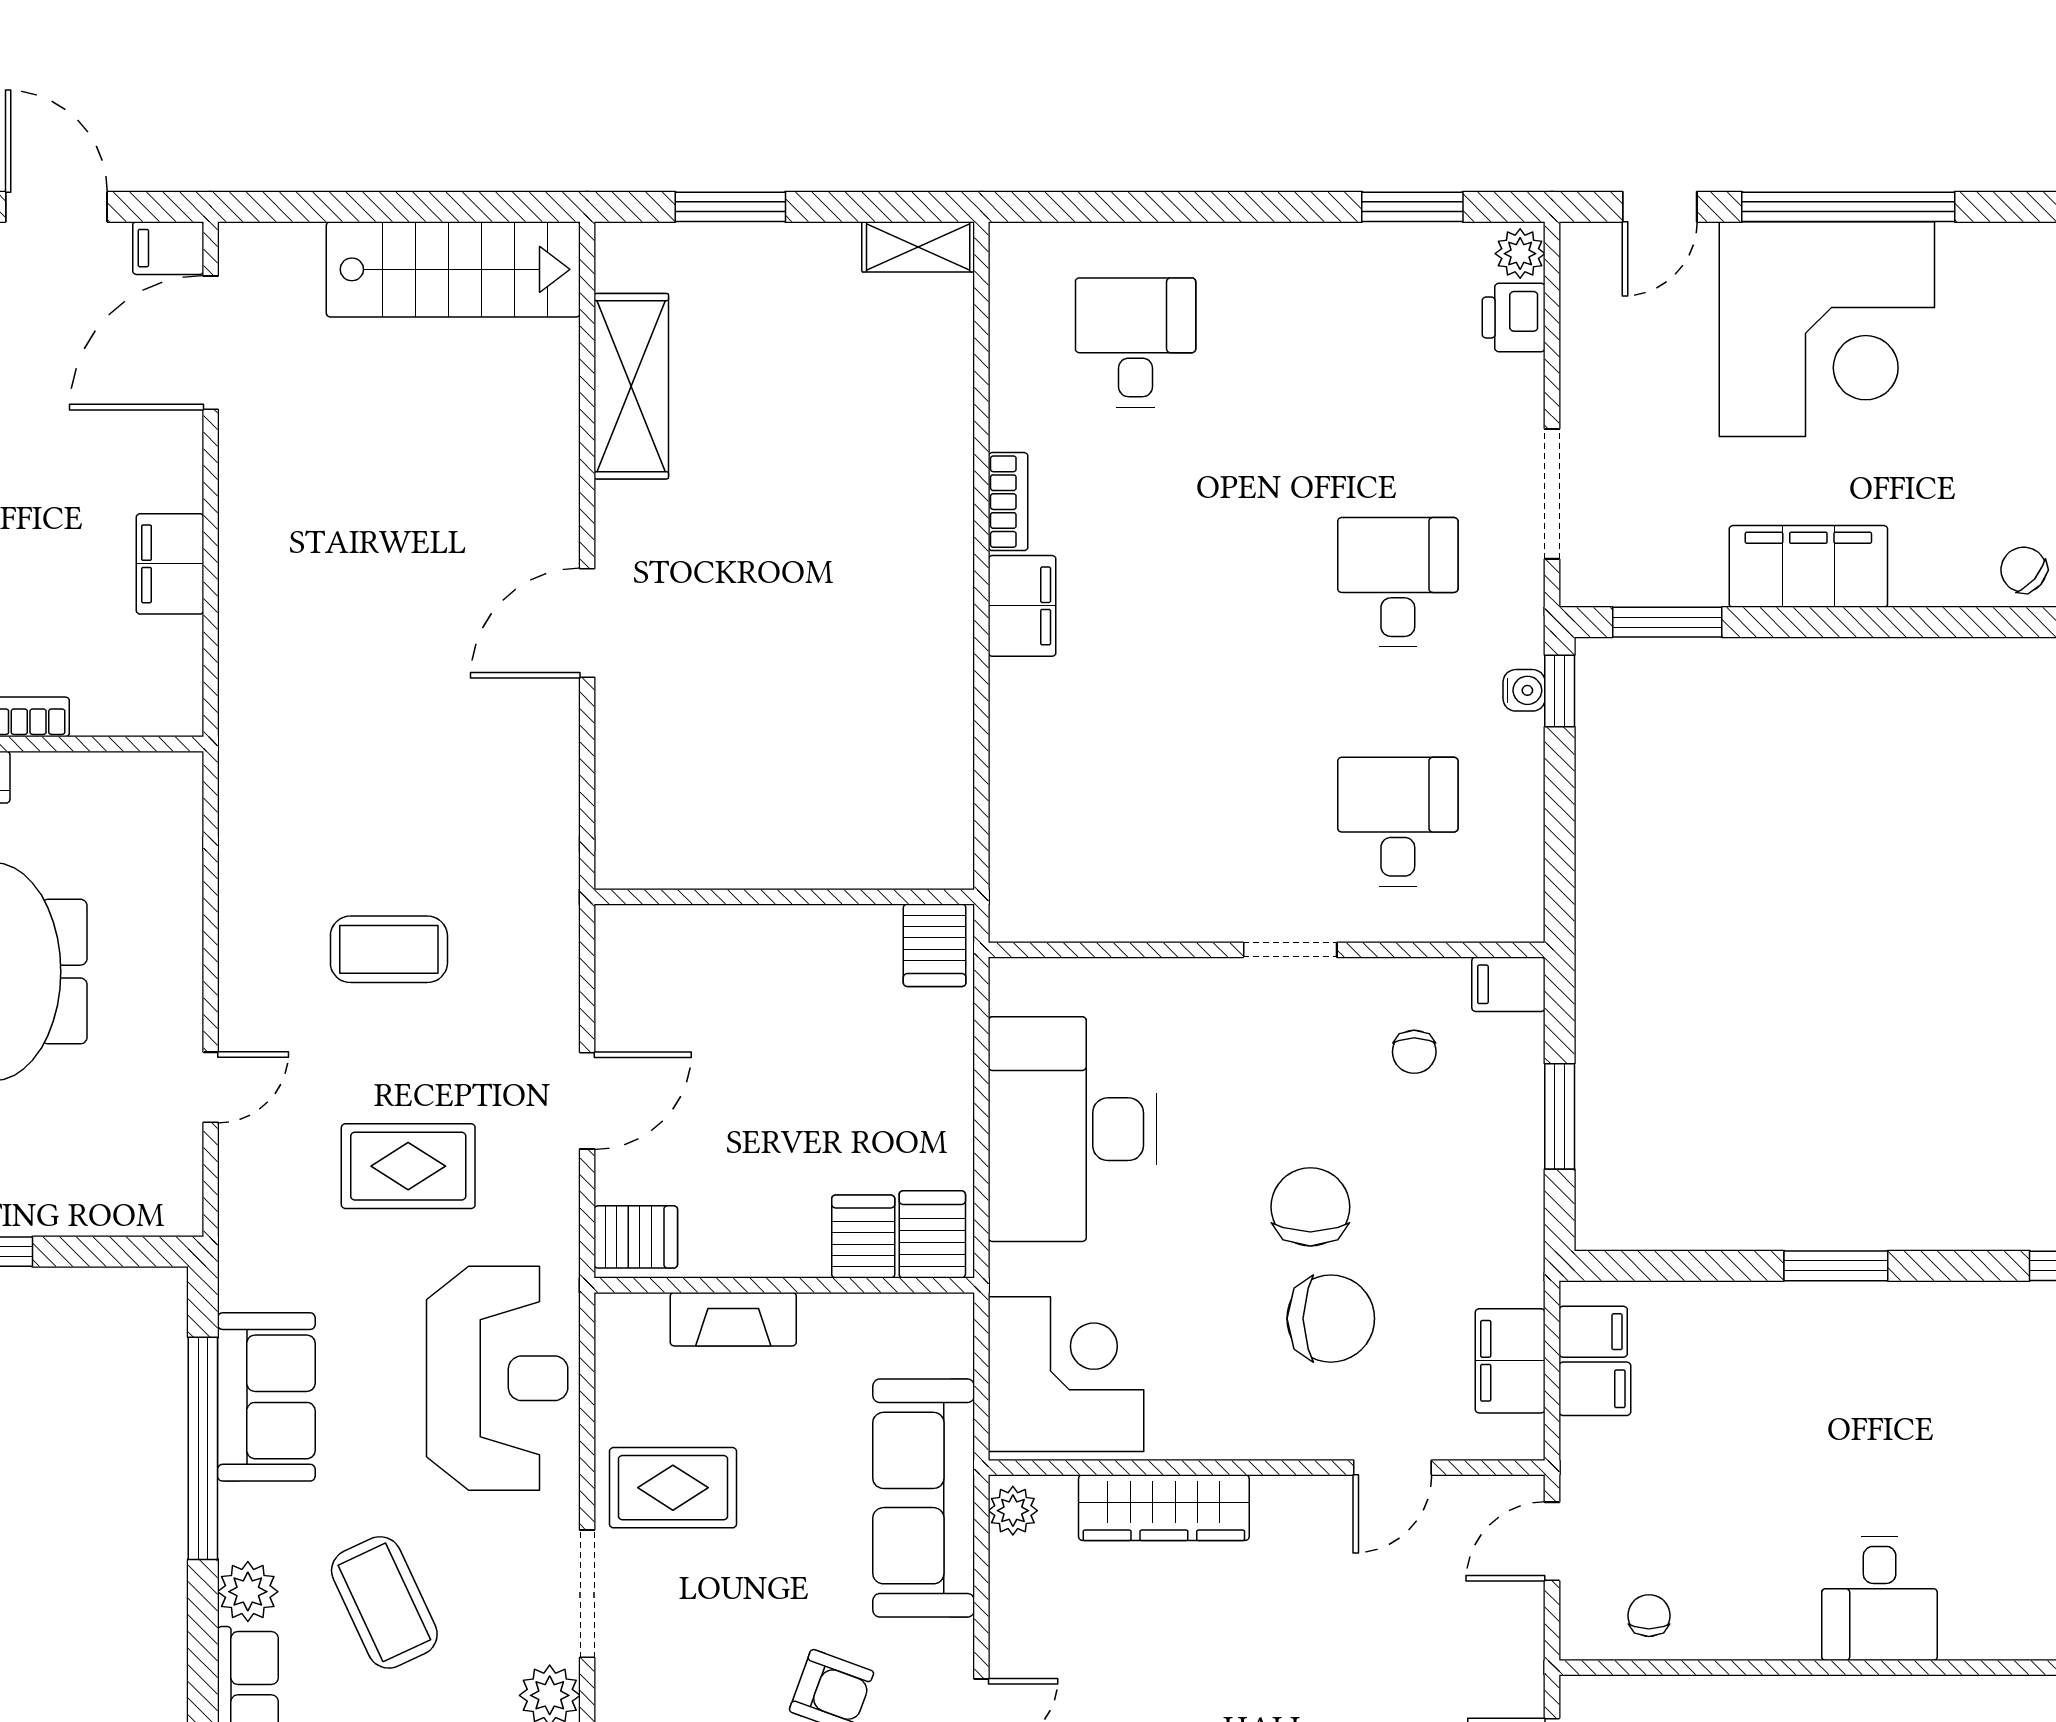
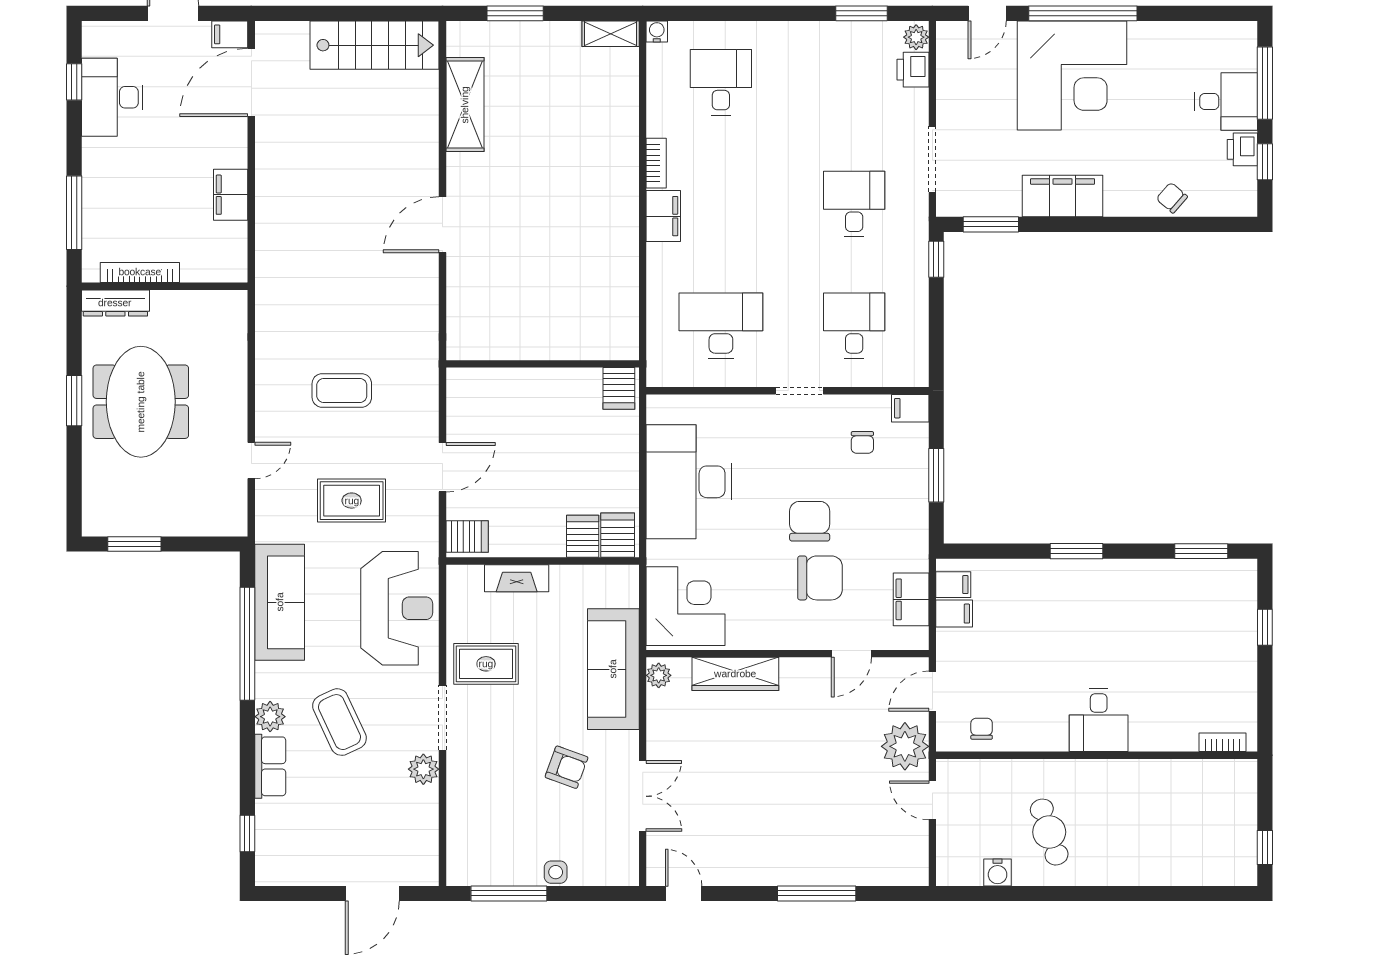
water cooler: (1524, 690) -> (657, 31), moved, turned -90
desk: (1136, 822) -> (721, 326), added
sofa: (266, 1397) -> (280, 602), width x1.36
plant: (1498, 1650) -> (905, 746), added

